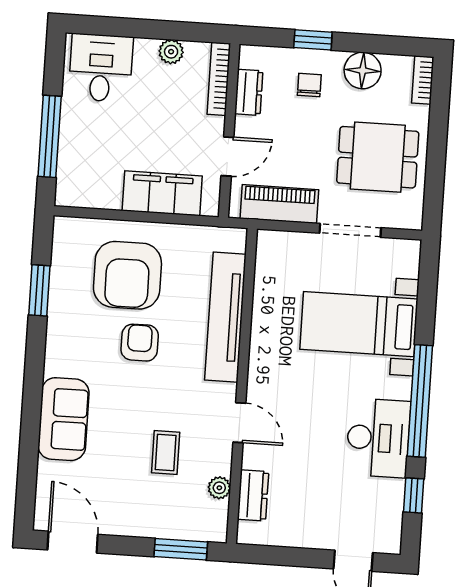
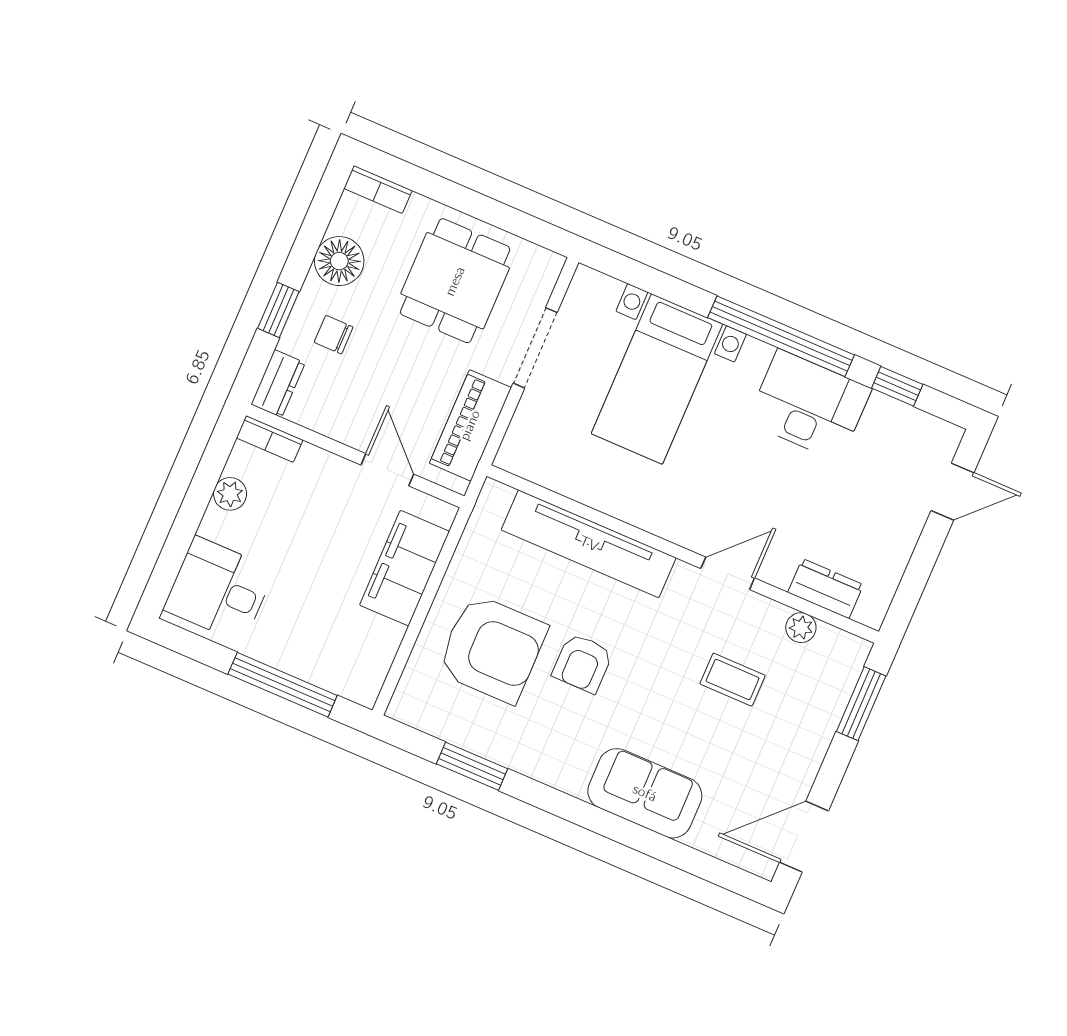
bookcase: (219, 79) -> (270, 439), width x0.64
dresser: (249, 92) -> (278, 384), moved, turned 90
armchair: (140, 343) -> (582, 663), turned -90

